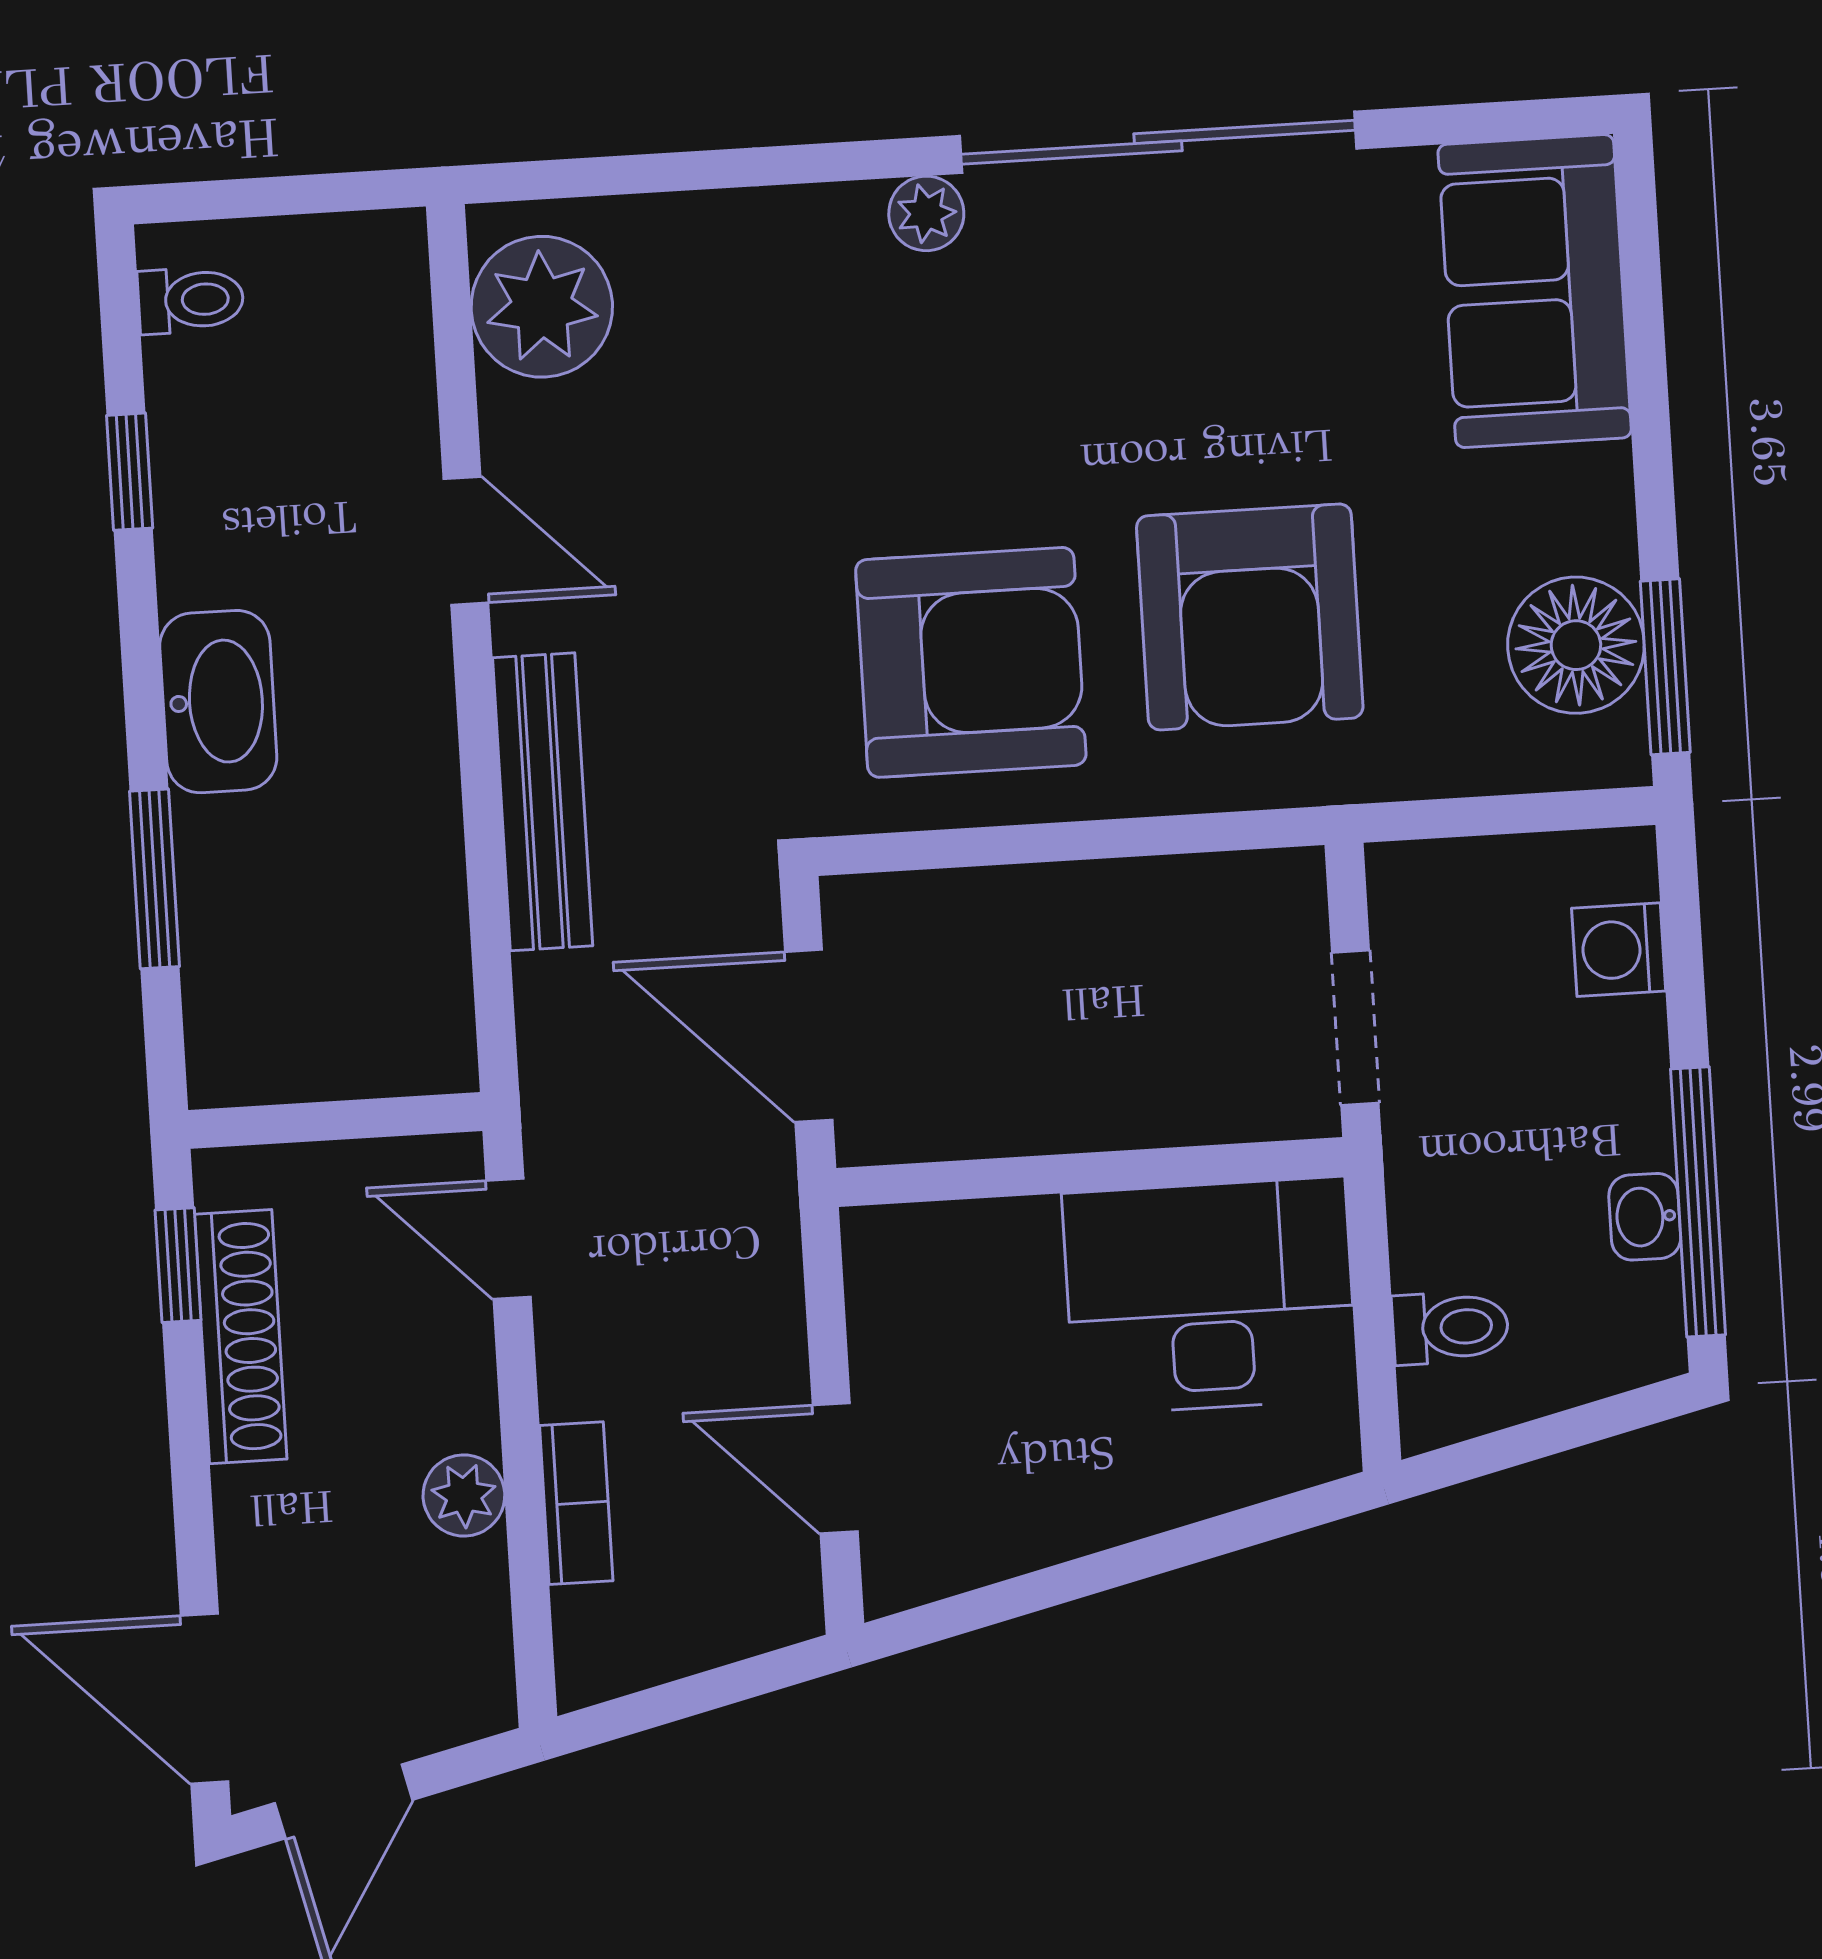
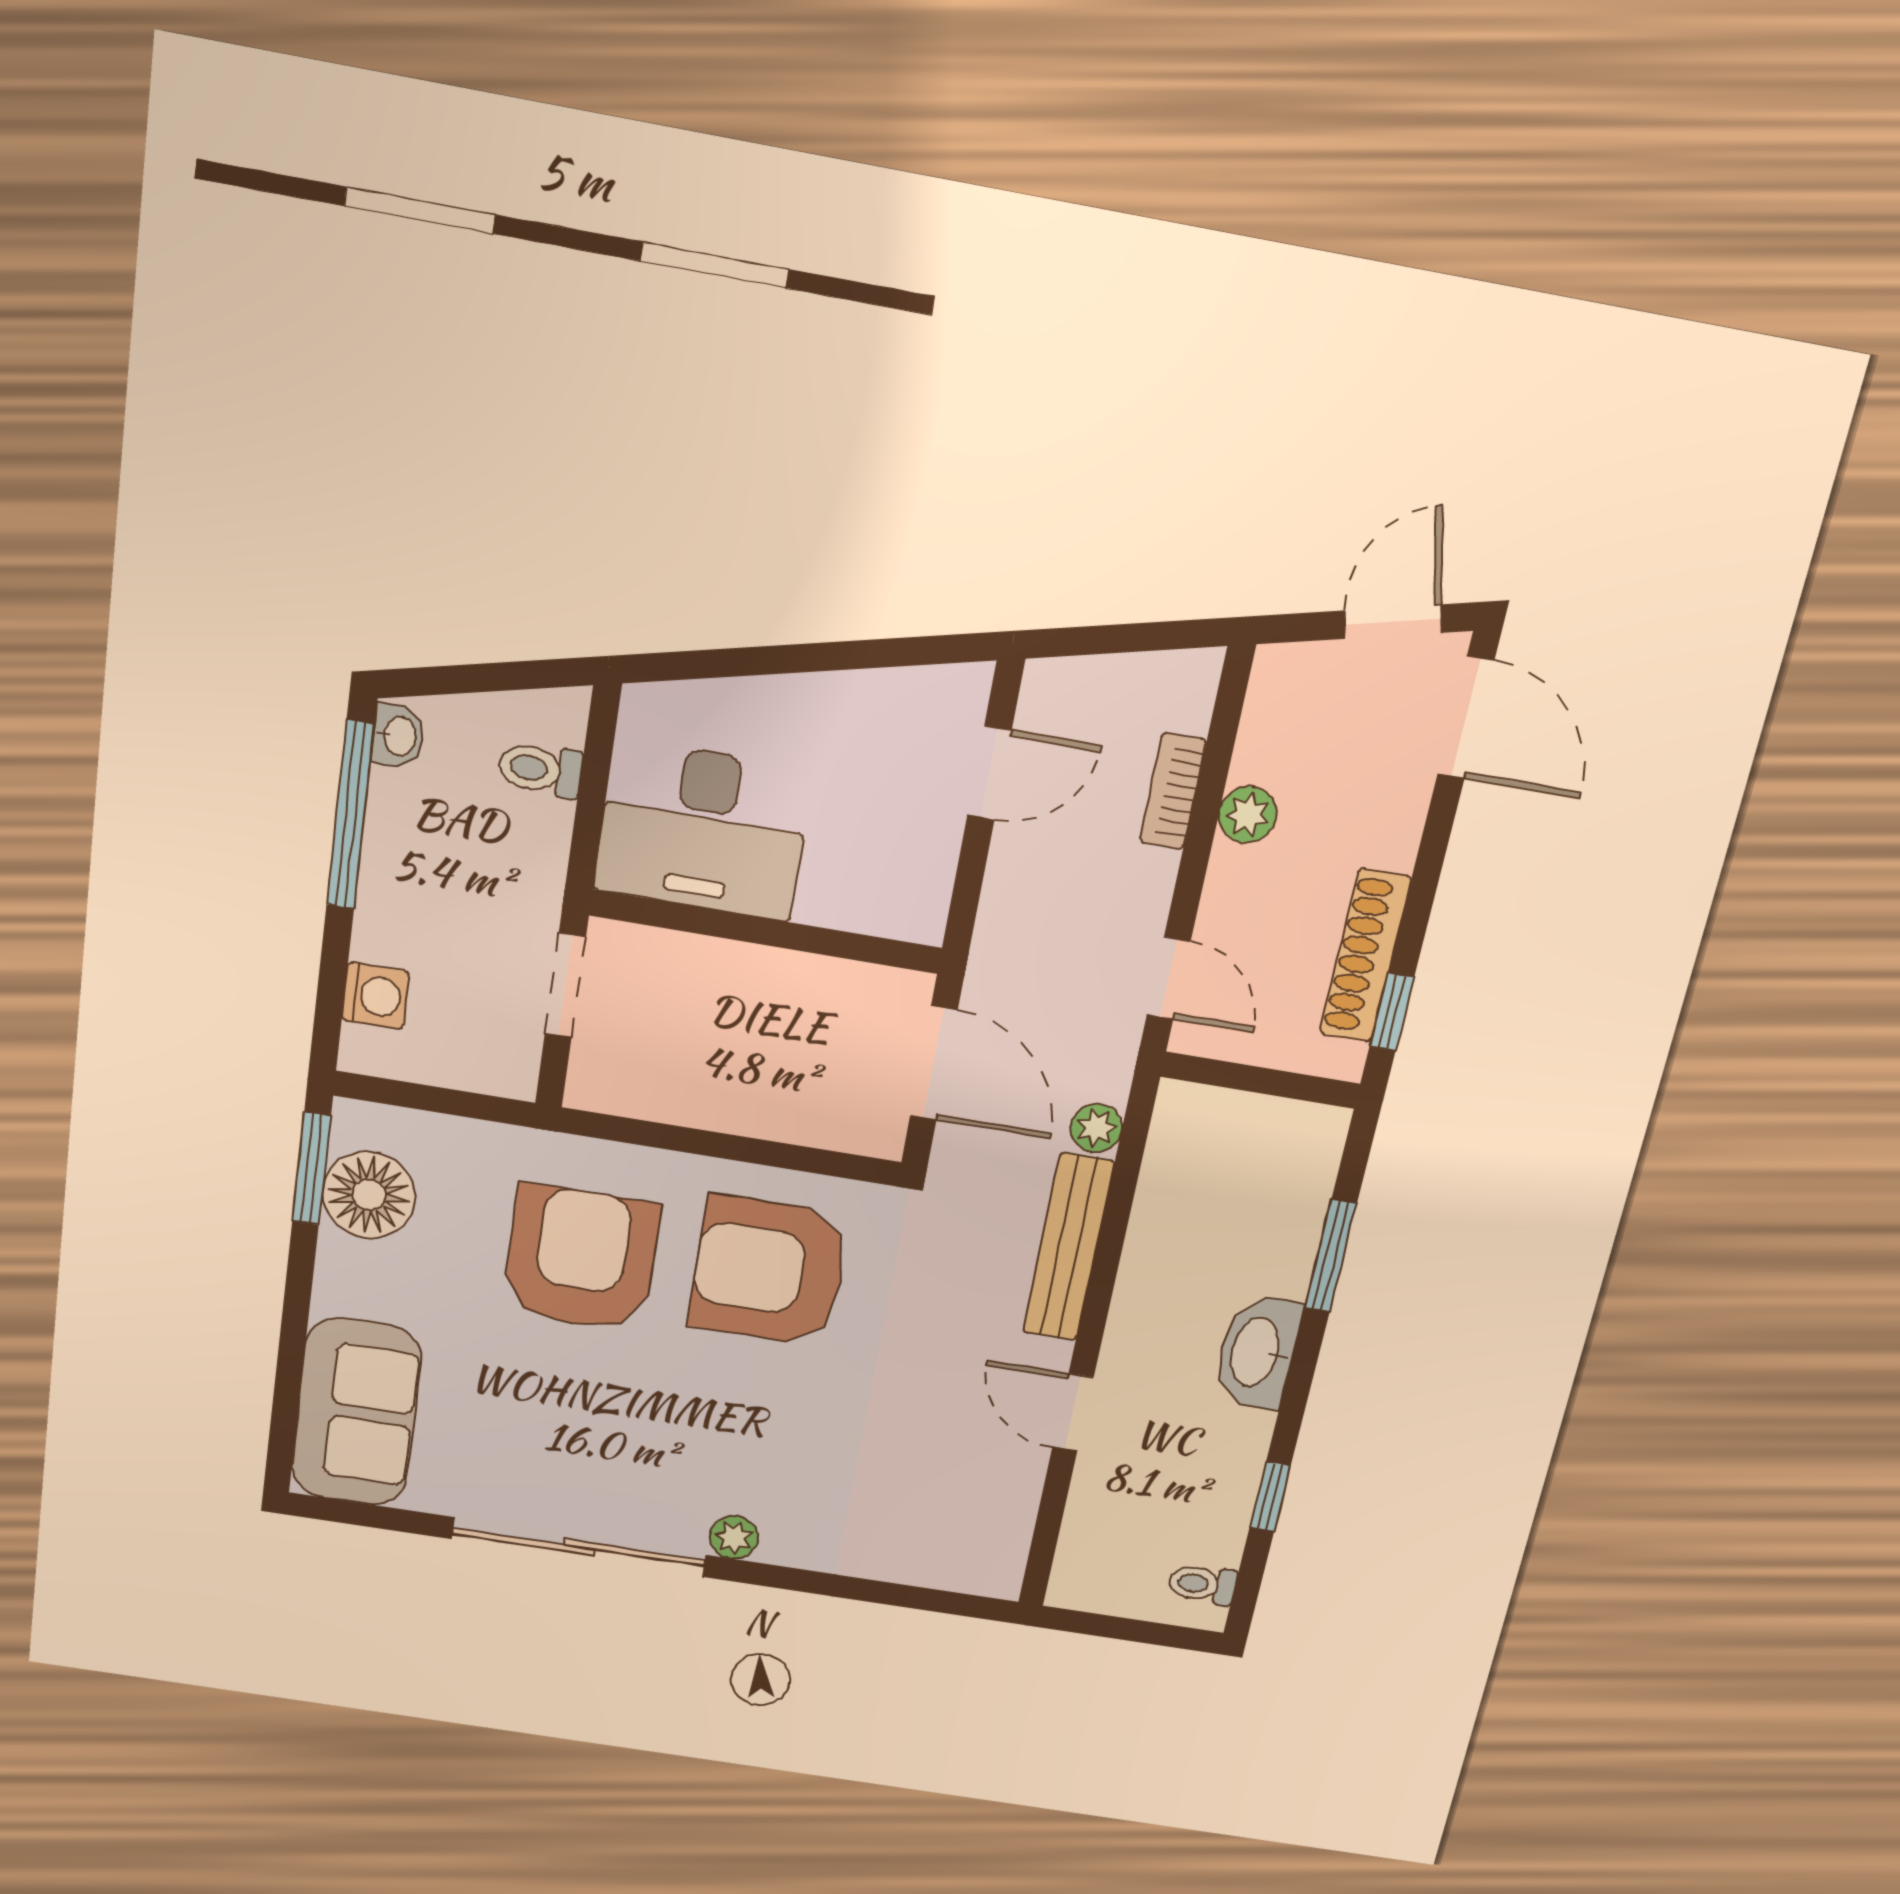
plant: (542, 307) -> (1096, 1128), moved, width x0.53, depth x0.53
washbasin: (1645, 1217) -> (398, 736), moved
door: (835, 1468) -> (989, 773), hinge flipped

